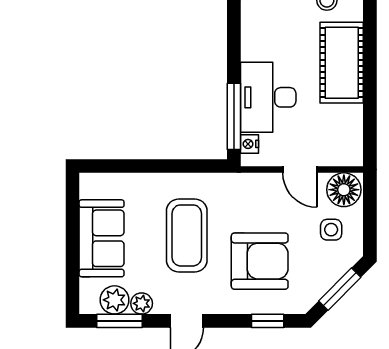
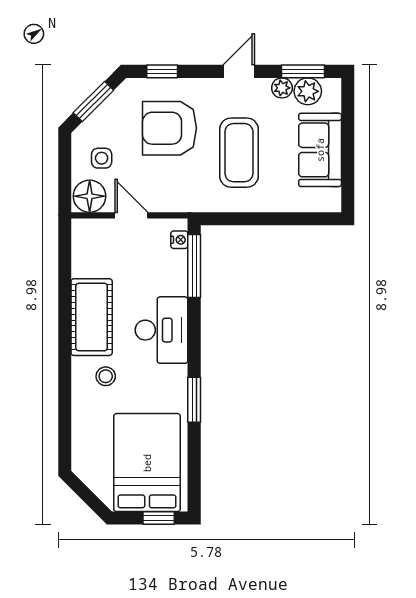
desk: (268, 97) -> (162, 330), moved

